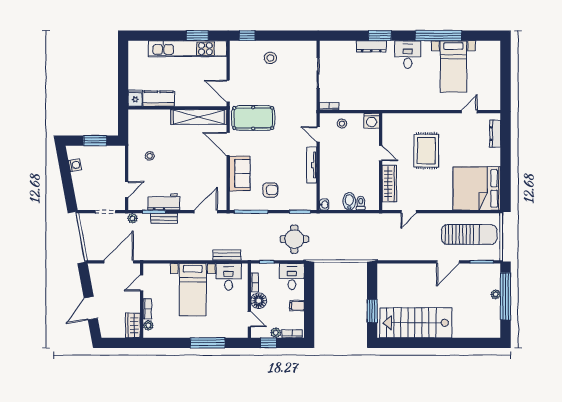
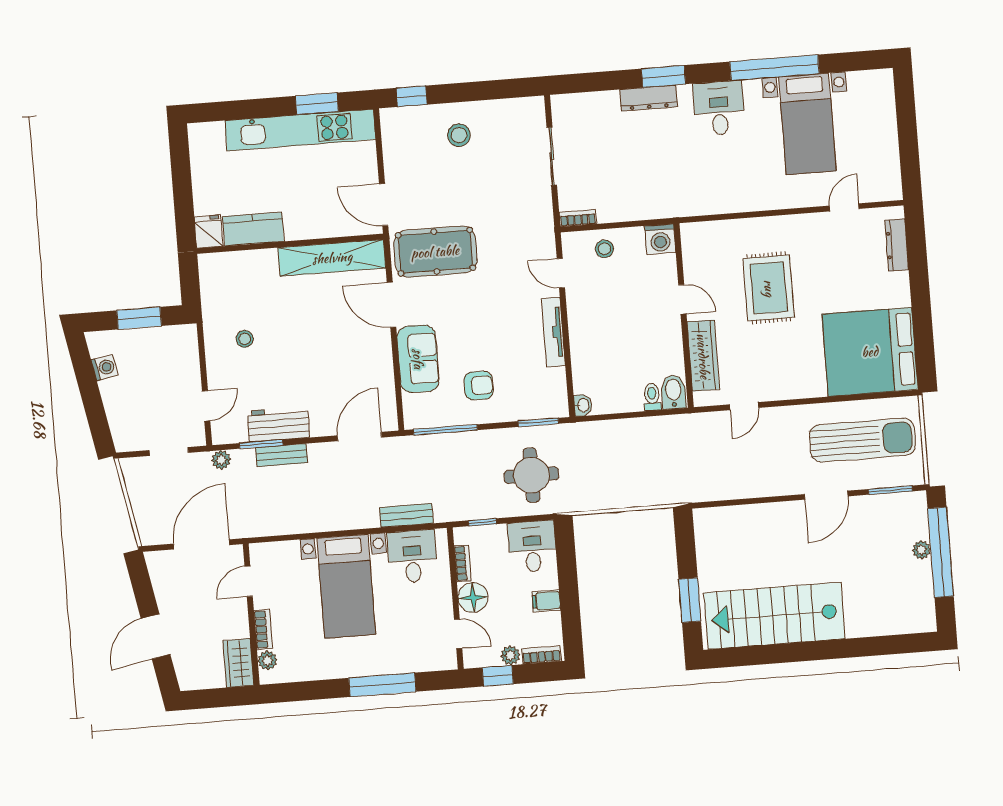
bidet: (349, 201) -> (673, 392), moved

